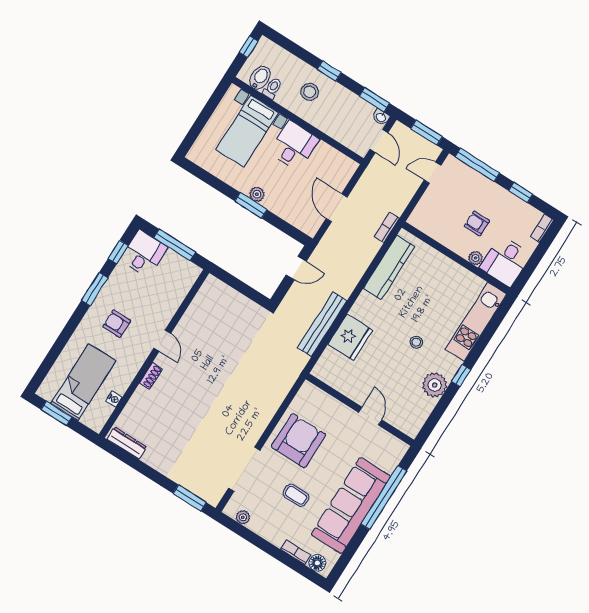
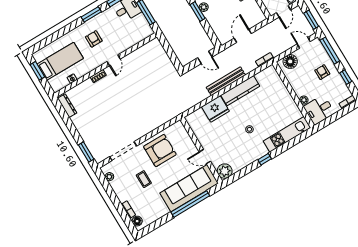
floor lamp: (426, 211) -> (290, 61), added
armchair: (477, 223) -> (322, 72), moved
kitchen counter: (389, 267) -> (240, 91), moved
bench: (322, 324) -> (226, 81), moved
plant: (435, 385) -> (225, 171), moved
door: (370, 416) -> (205, 157), swing flipped
sofa: (351, 505) -> (189, 188), moved

